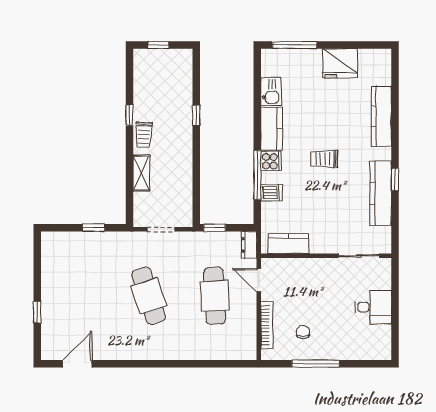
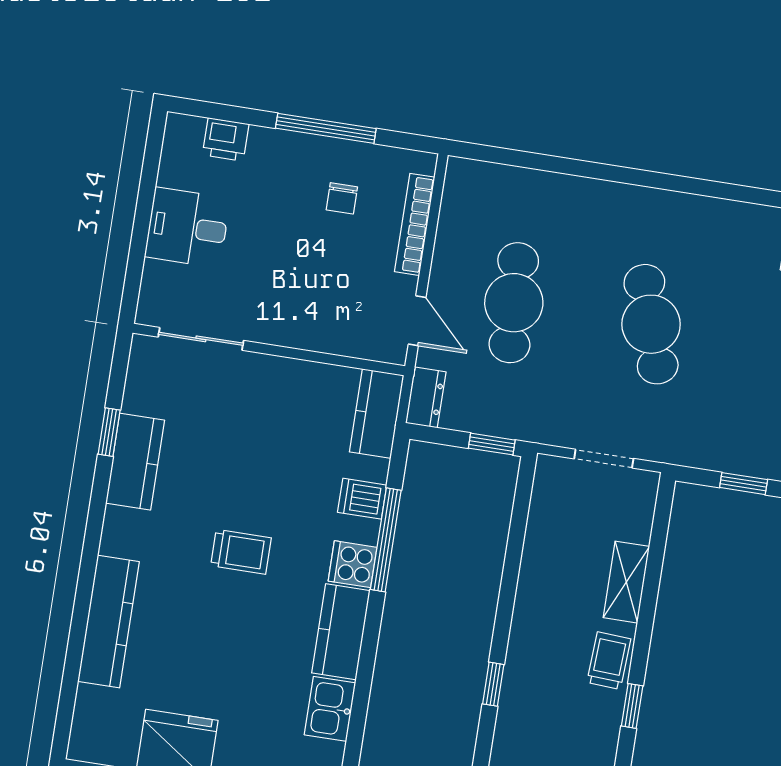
window: (395, 179) -> (109, 432), moved
kitchen counter: (381, 193) -> (135, 462), width x0.67
kitchen counter: (288, 244) -> (377, 414), moved, turned 90
printer: (362, 351) -> (226, 139), added

